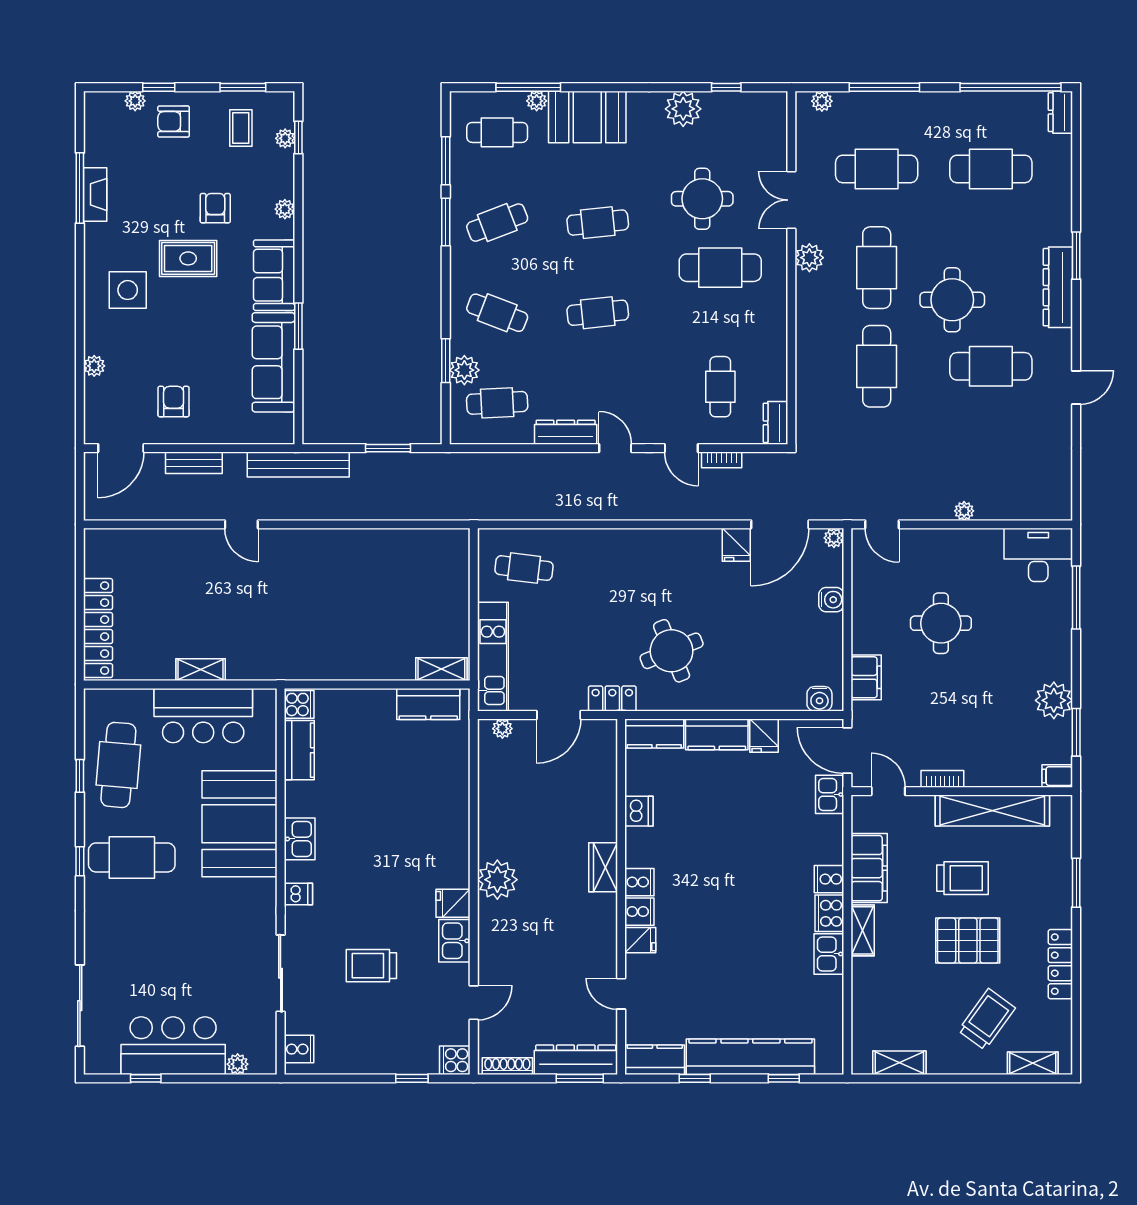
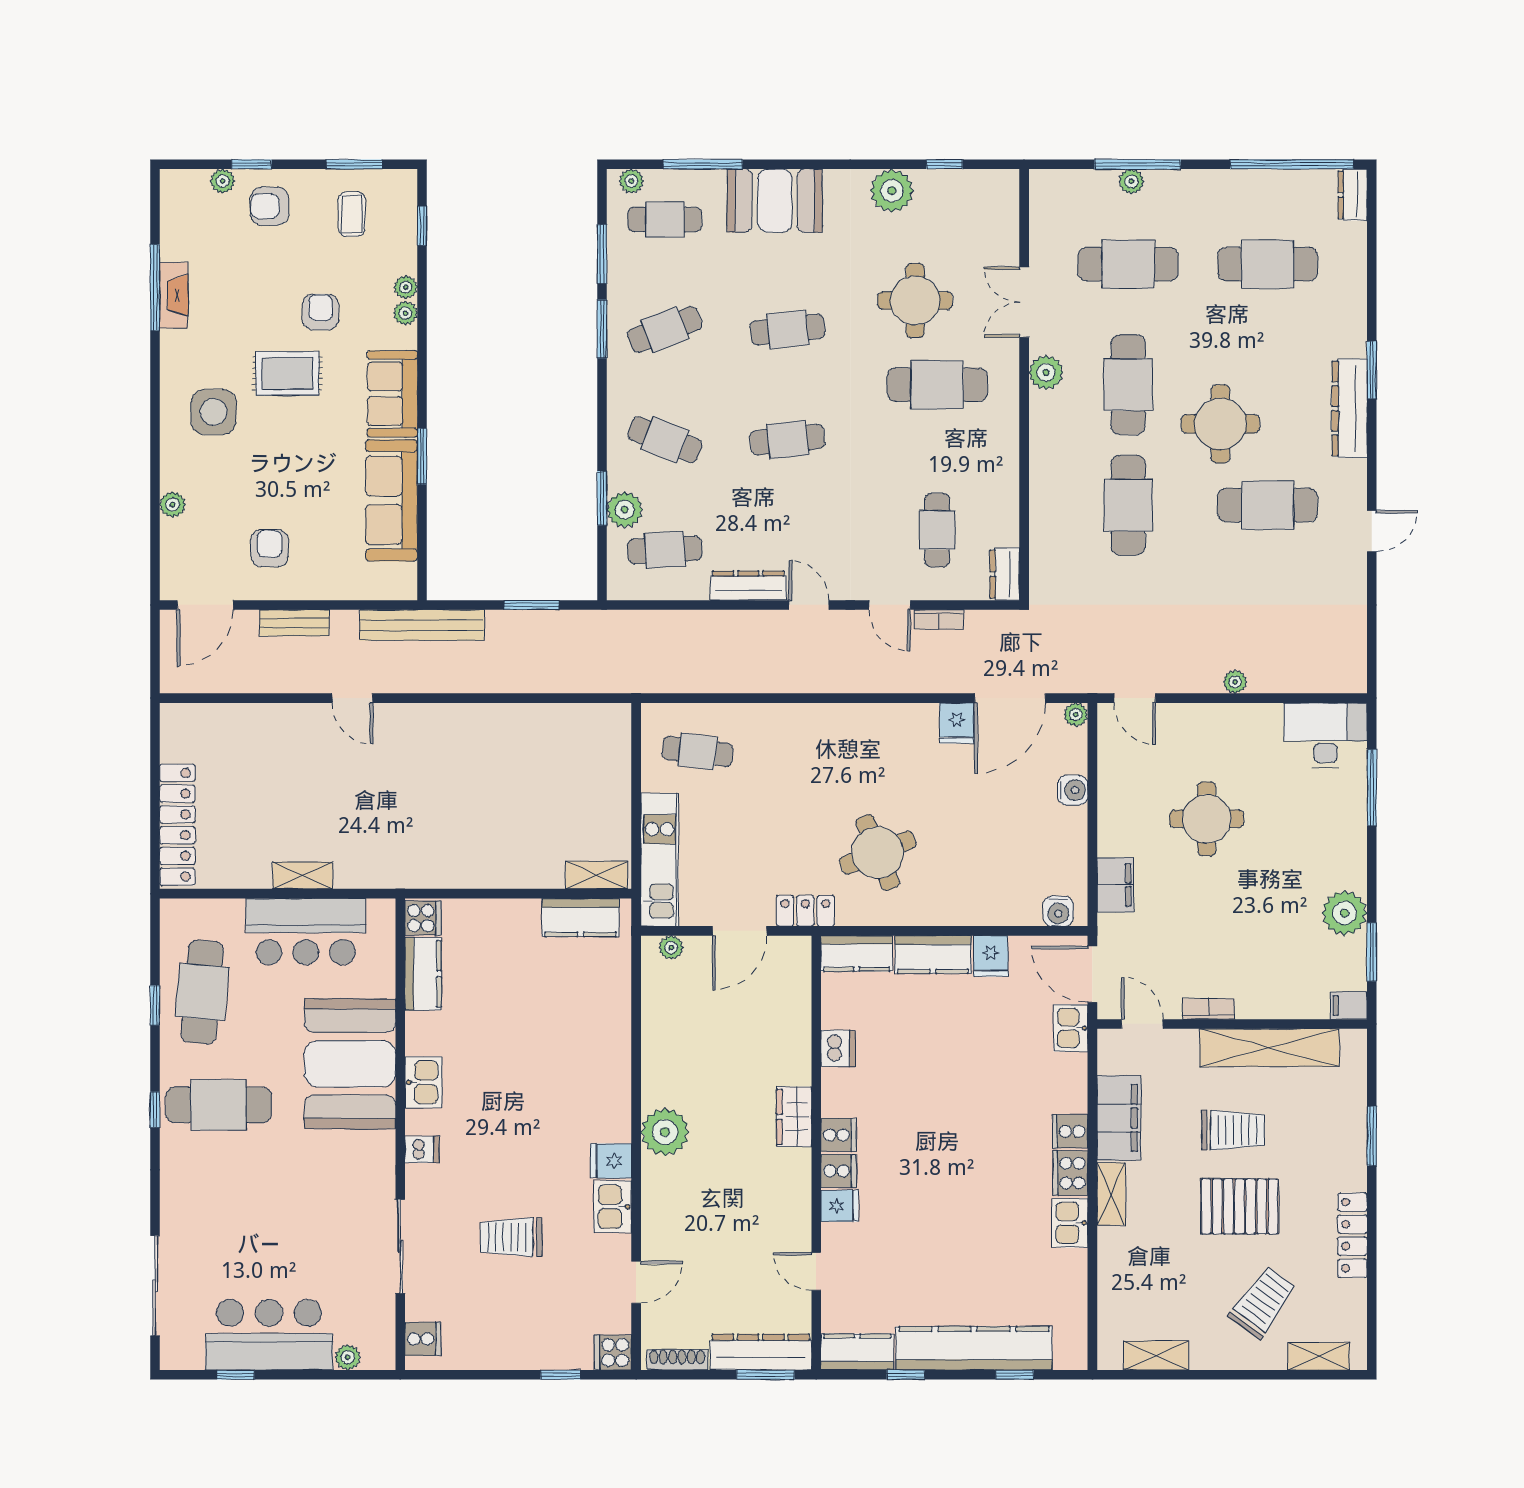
plant: (537, 101) -> (631, 181), moved
plant: (822, 101) -> (1131, 181), moved
plant: (285, 138) -> (406, 287), moved

